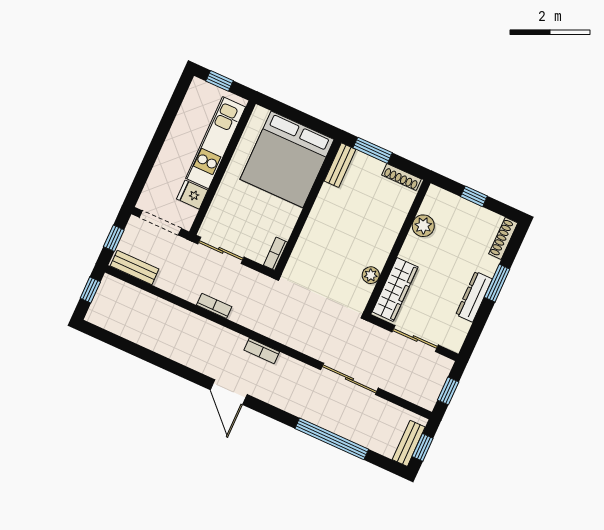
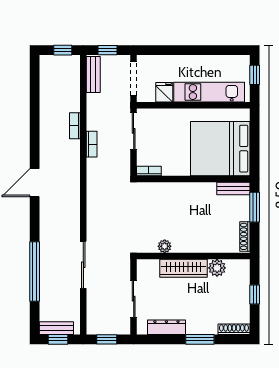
wardrobe: (395, 289) -> (184, 268), moved
dresser: (474, 297) -> (166, 327), moved
bookcase: (262, 351) -> (75, 126), moved

